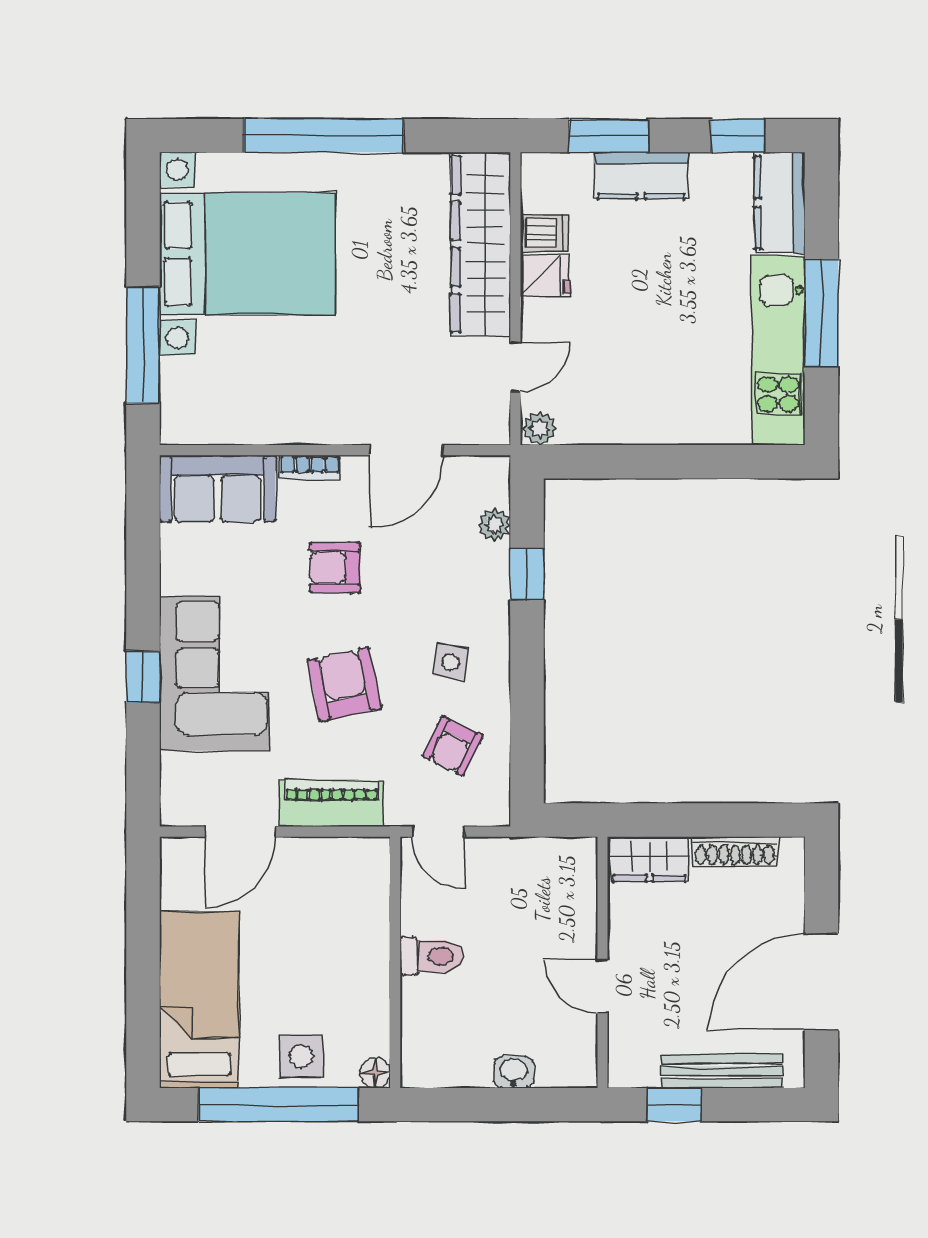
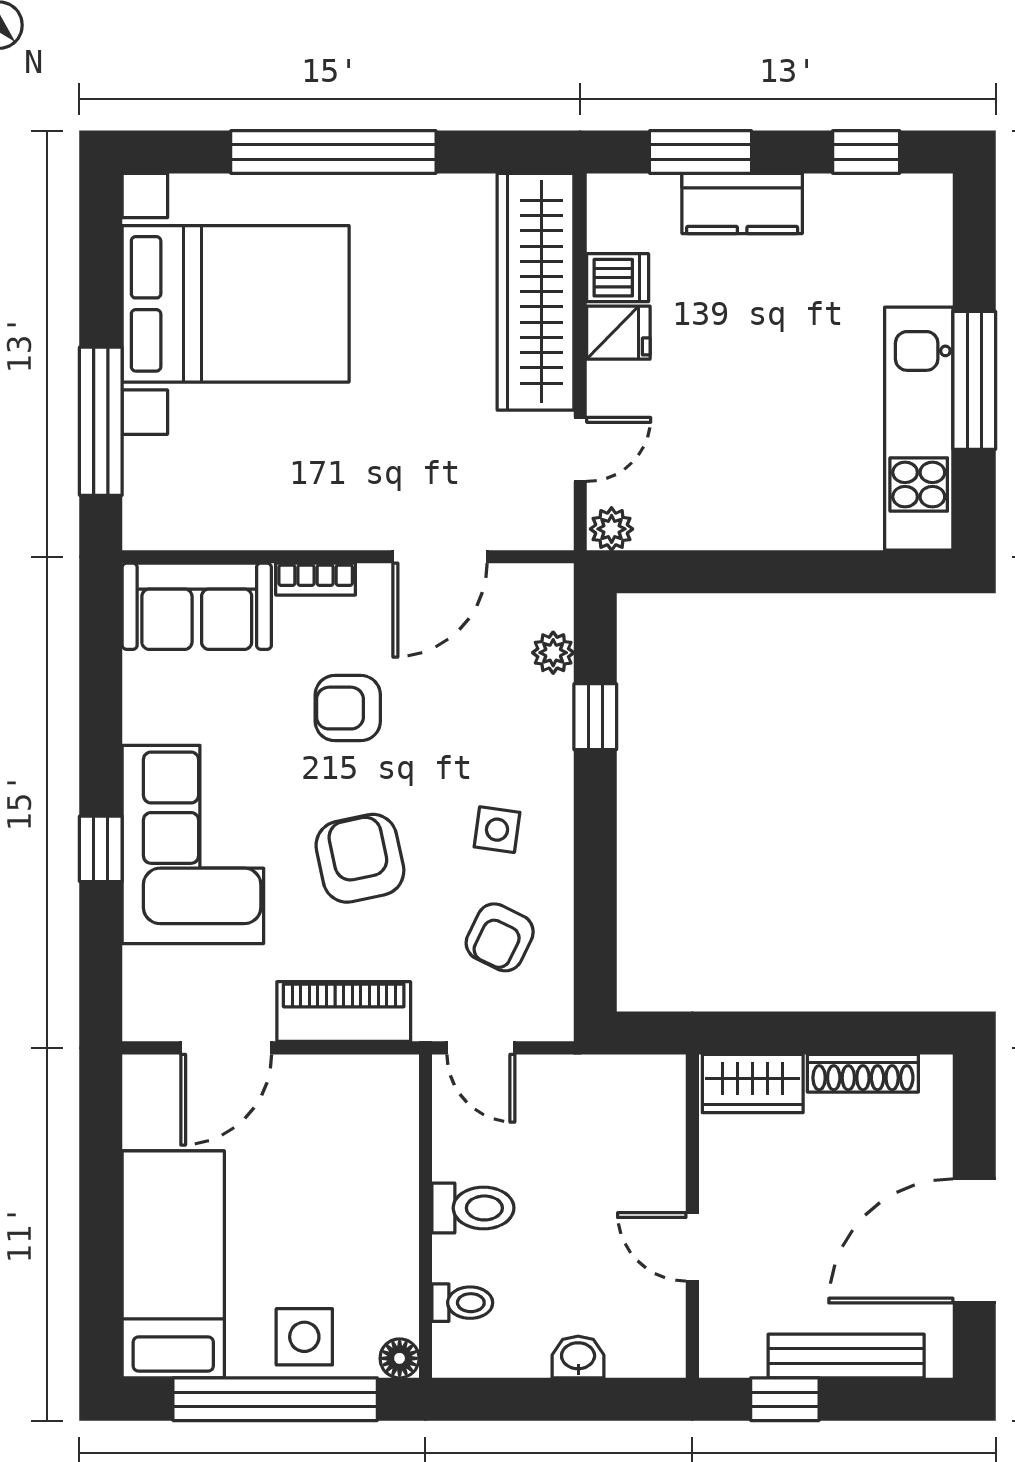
kitchen counter: (780, 203) -> (921, 238), removed
toilet: (424, 1030) -> (462, 1303), added

